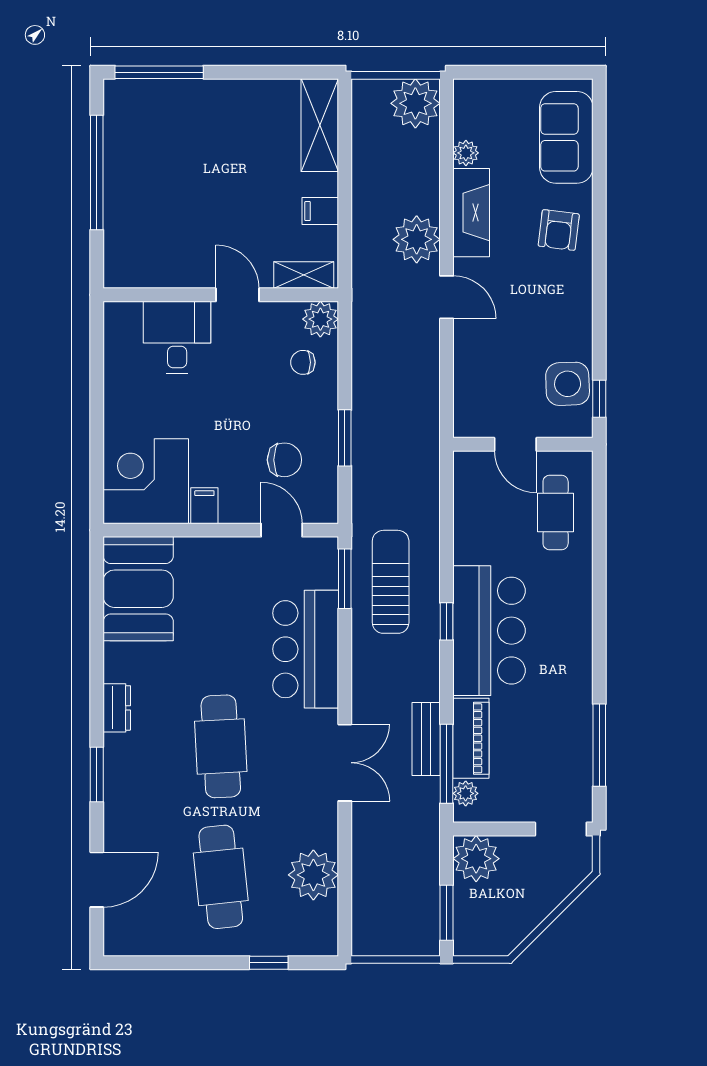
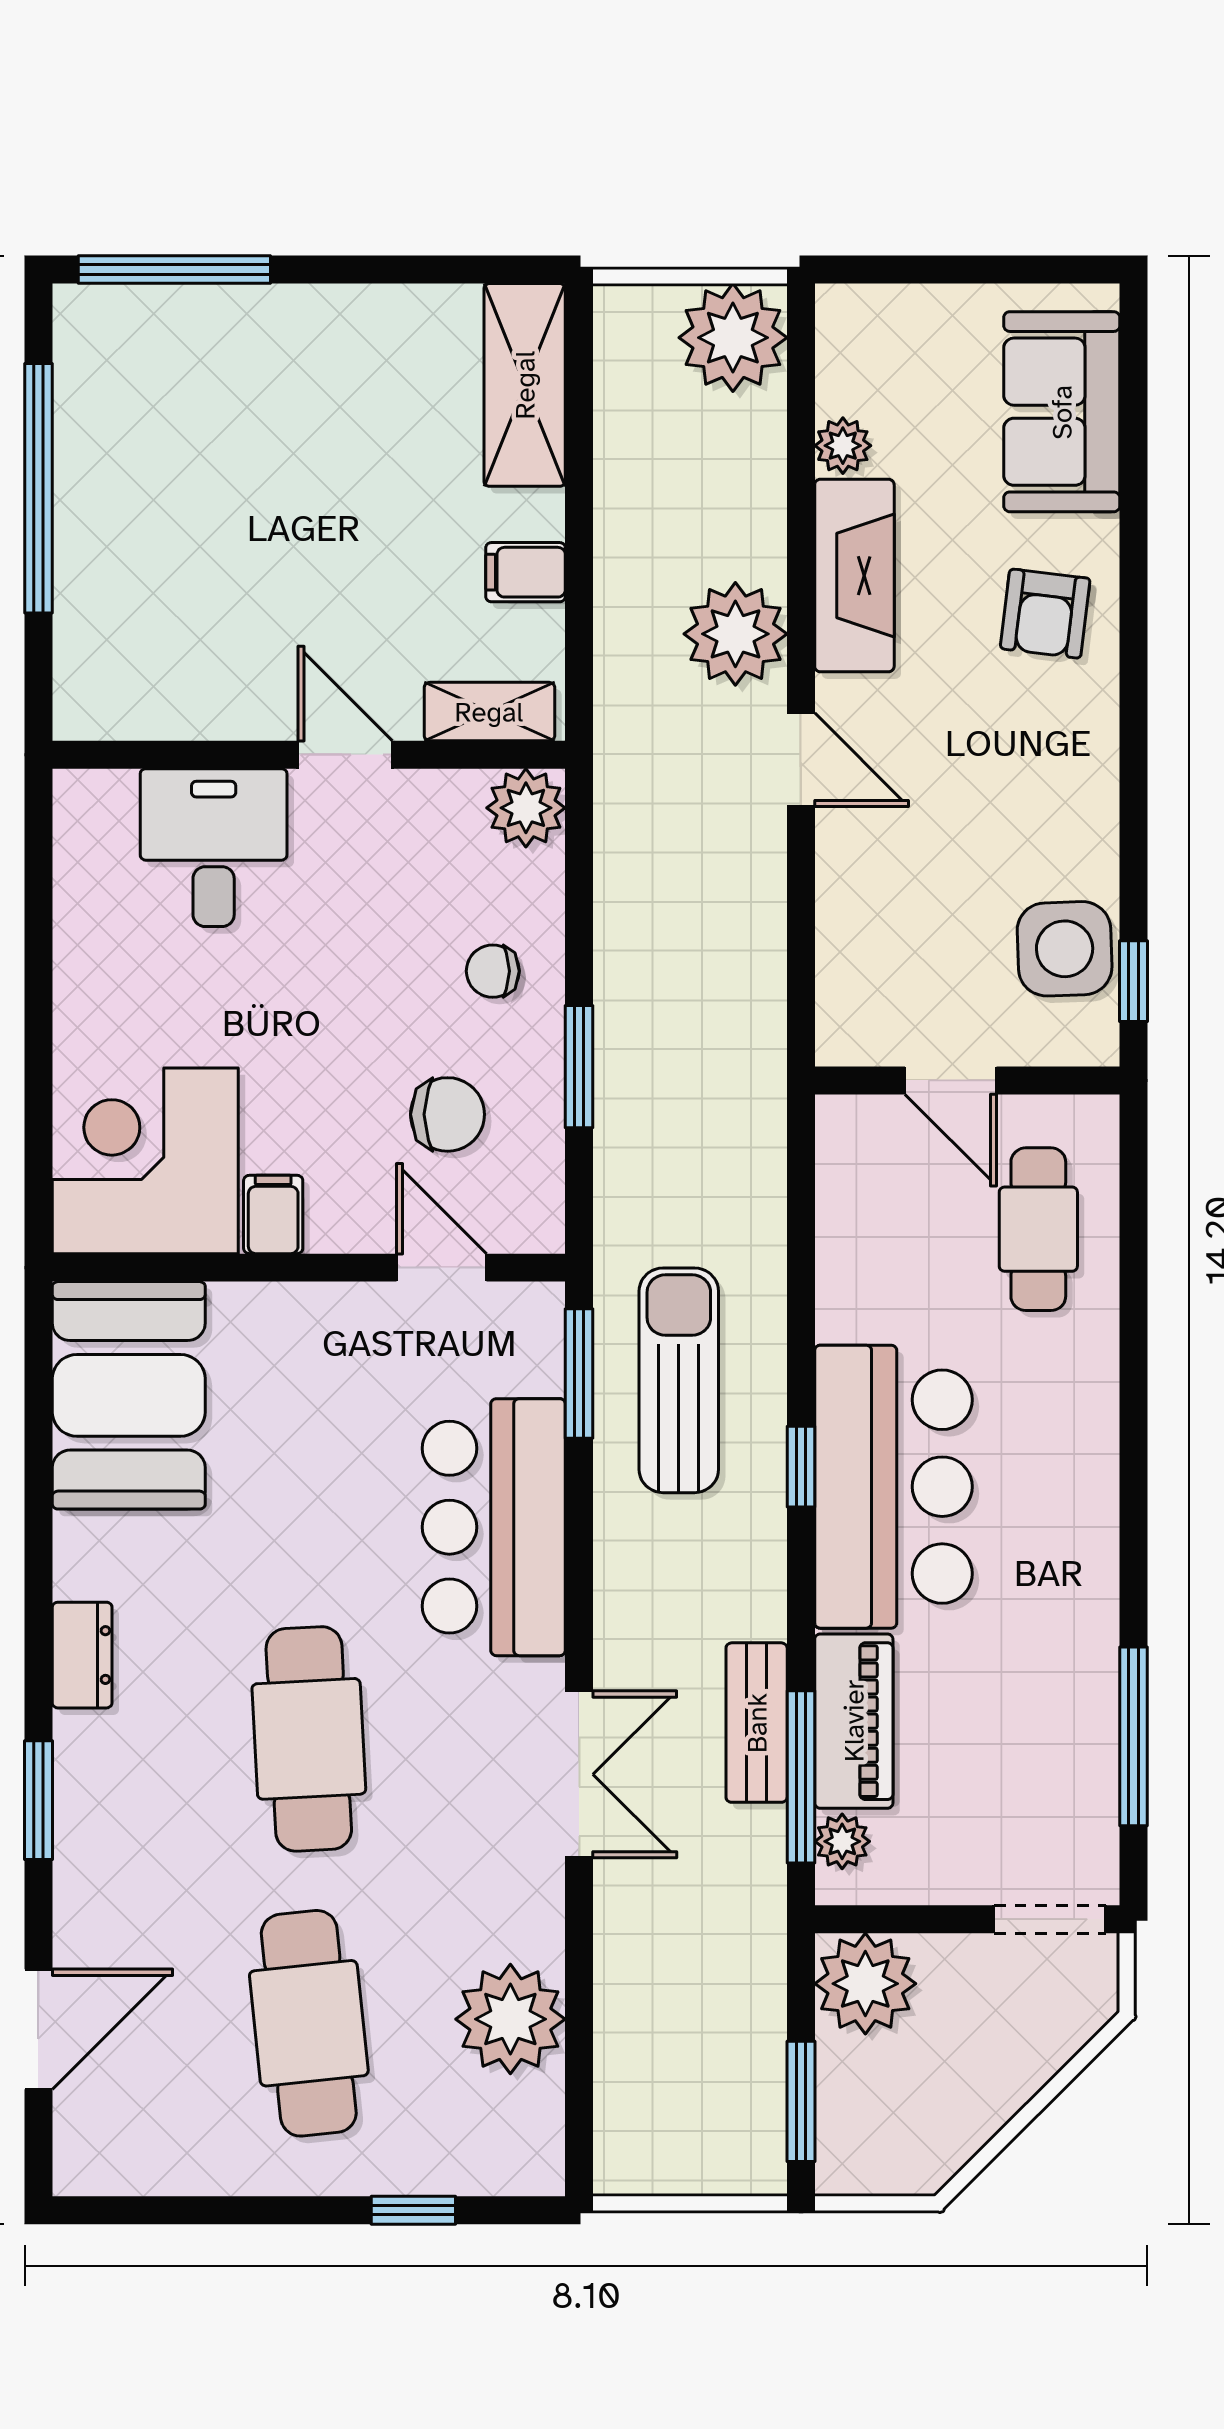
chair: (303, 362) -> (493, 971), moved

